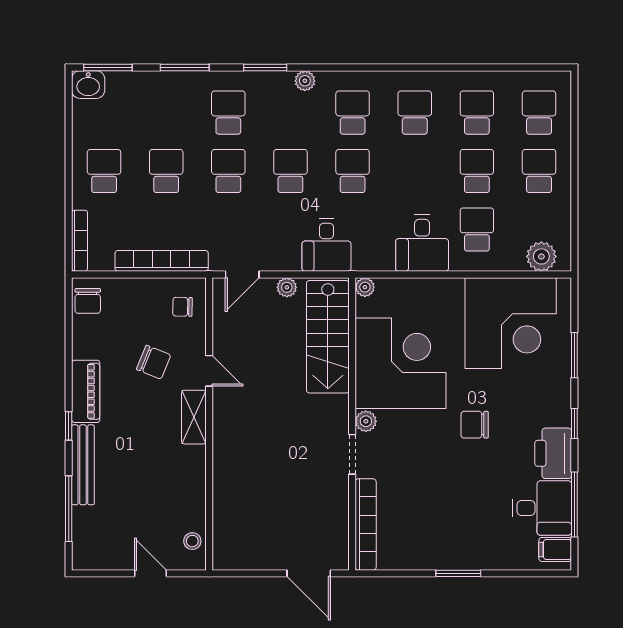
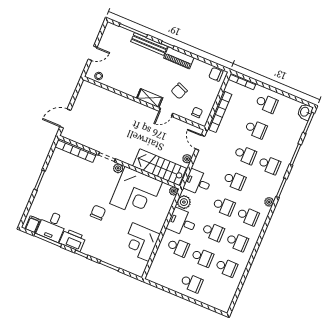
school desk: (539, 113) -> (213, 232), moved
plant: (541, 256) -> (184, 202), moved
corner desk: (511, 323) -> (141, 242), width x0.74, depth x0.74

